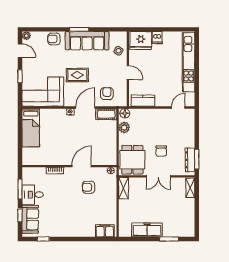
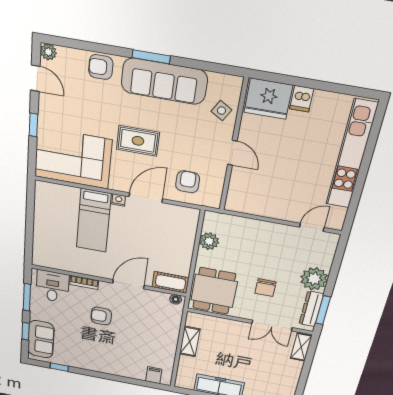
kitchen counter: (143, 101) -> (251, 205), removed
floor lamp: (125, 113) -> (214, 219), removed
cot: (106, 114) -> (170, 282), moved
bed: (31, 128) -> (94, 221), moved
plant: (187, 139) -> (314, 279), added
double door: (158, 176) -> (272, 325), moved
armchair: (89, 187) -> (101, 316), moved
shelving: (123, 188) -> (190, 341), moved
desk: (33, 195) -> (53, 286), moved, turned 90
filing cabinet: (105, 231) -> (154, 375), width x0.50

